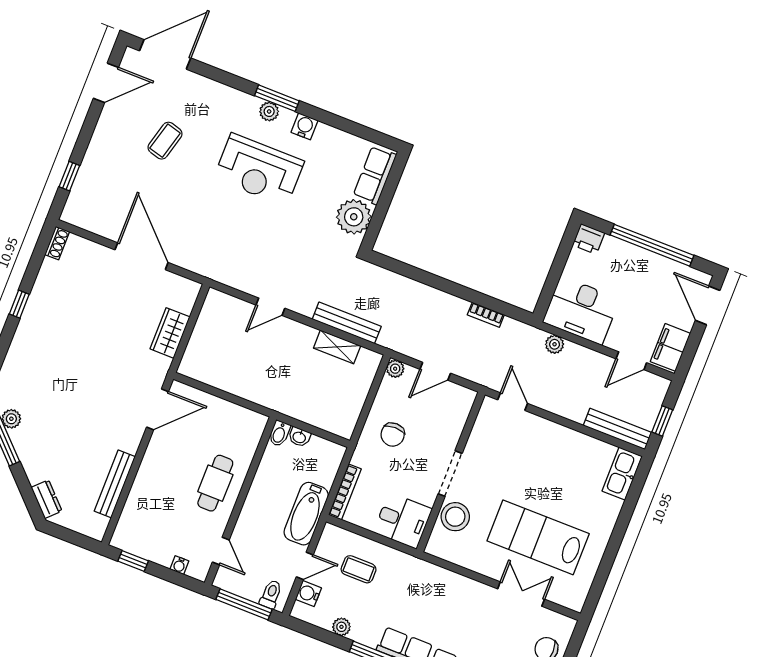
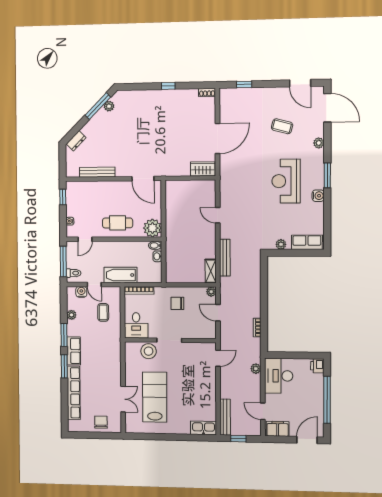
plant: (269, 111) -> (319, 143), moved
plant: (354, 217) -> (281, 244), width x0.53, depth x0.53
wardrobe: (170, 333) -> (203, 169), moved
shelving: (337, 347) -> (211, 271), moved
plant: (248, 426) -> (152, 228), added

